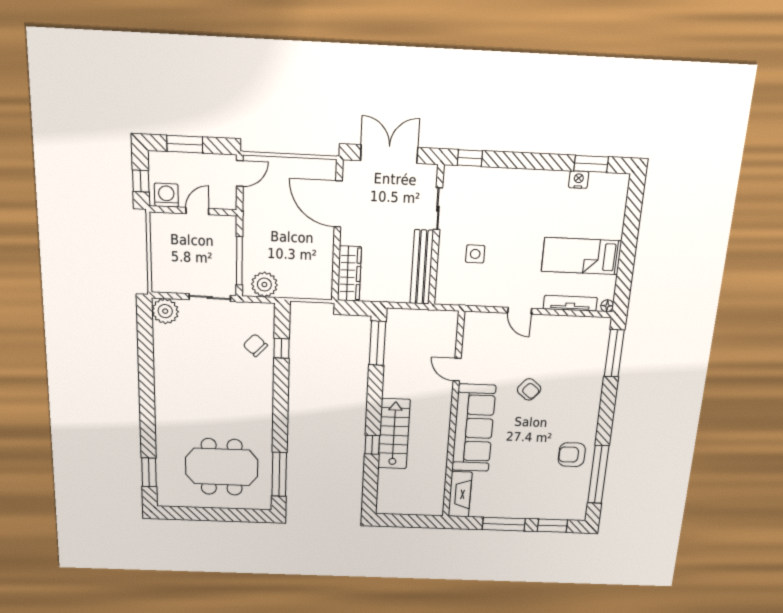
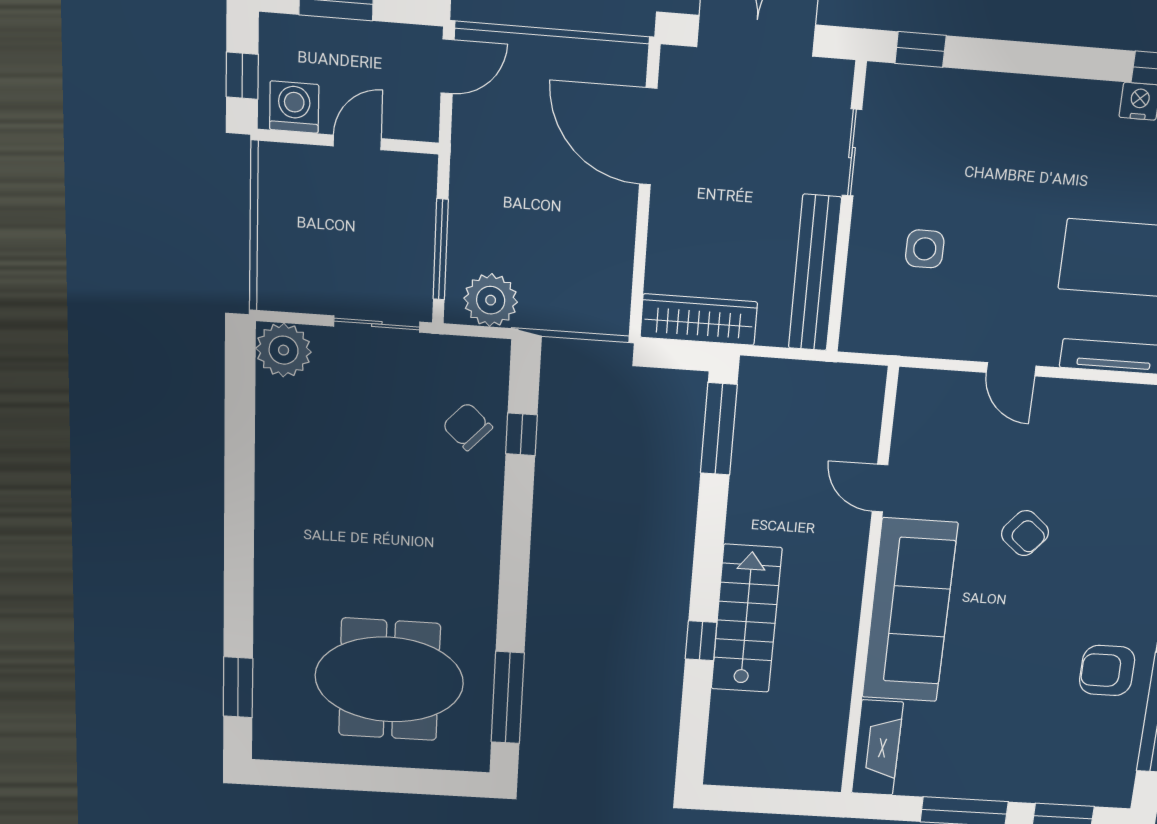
wardrobe: (349, 274) -> (699, 320), moved, turned -90

